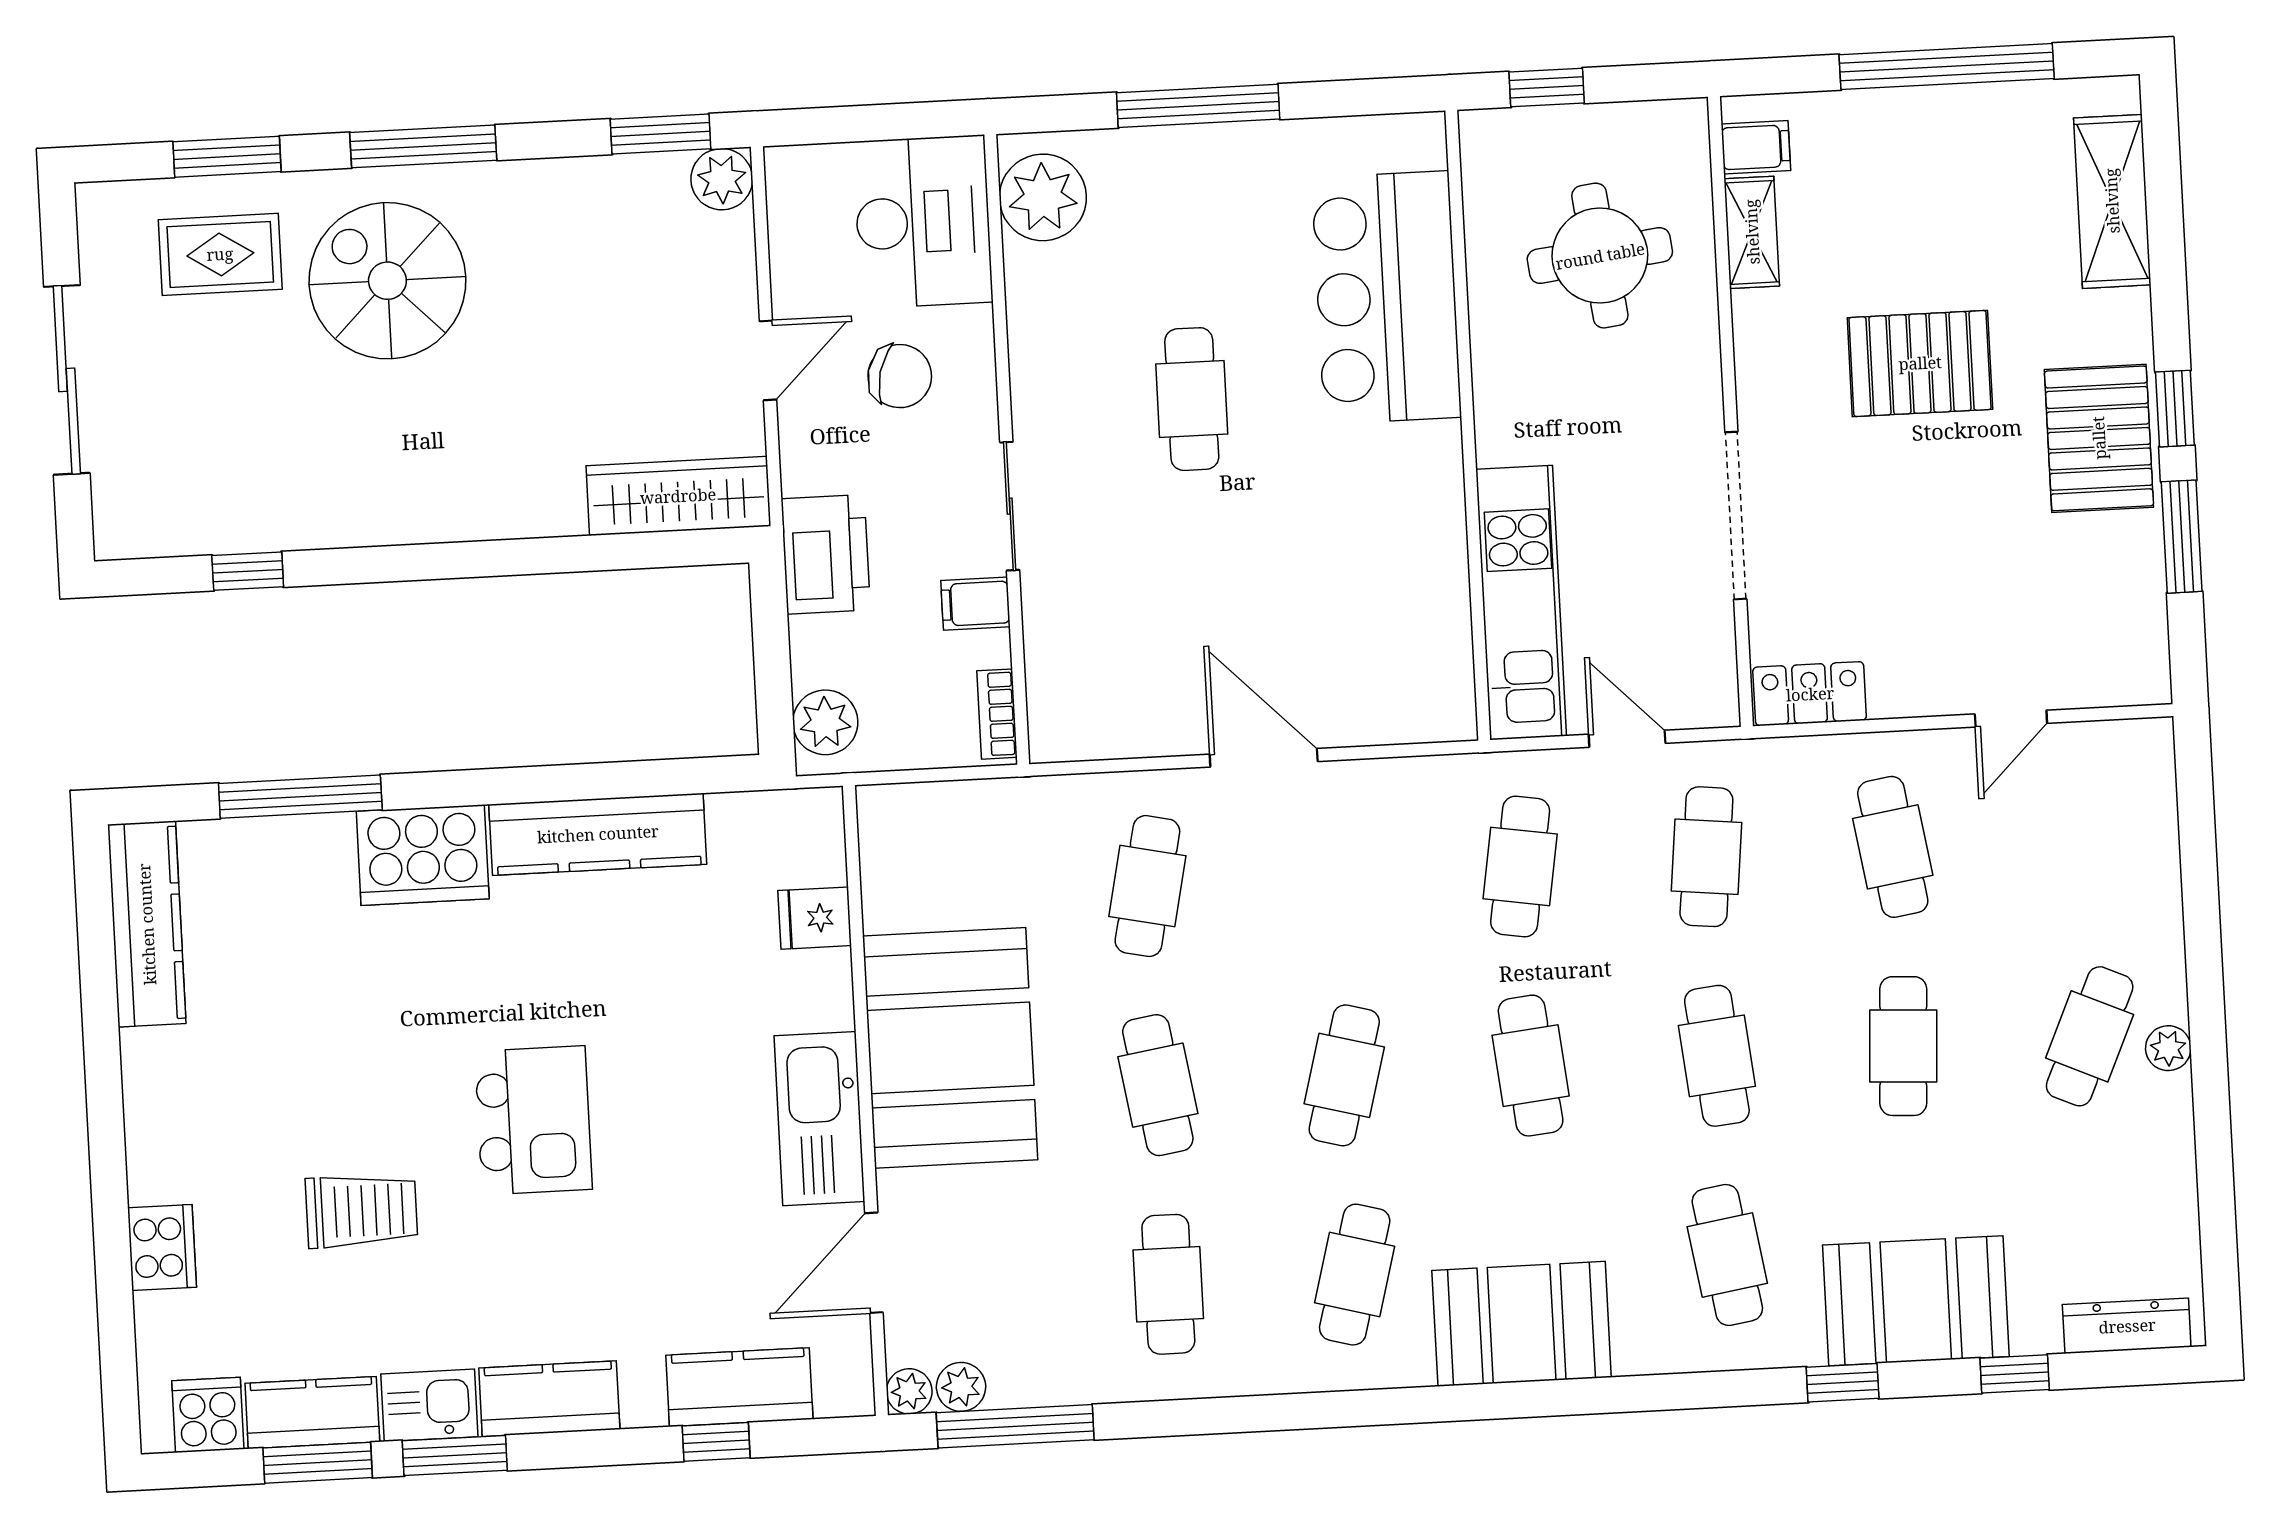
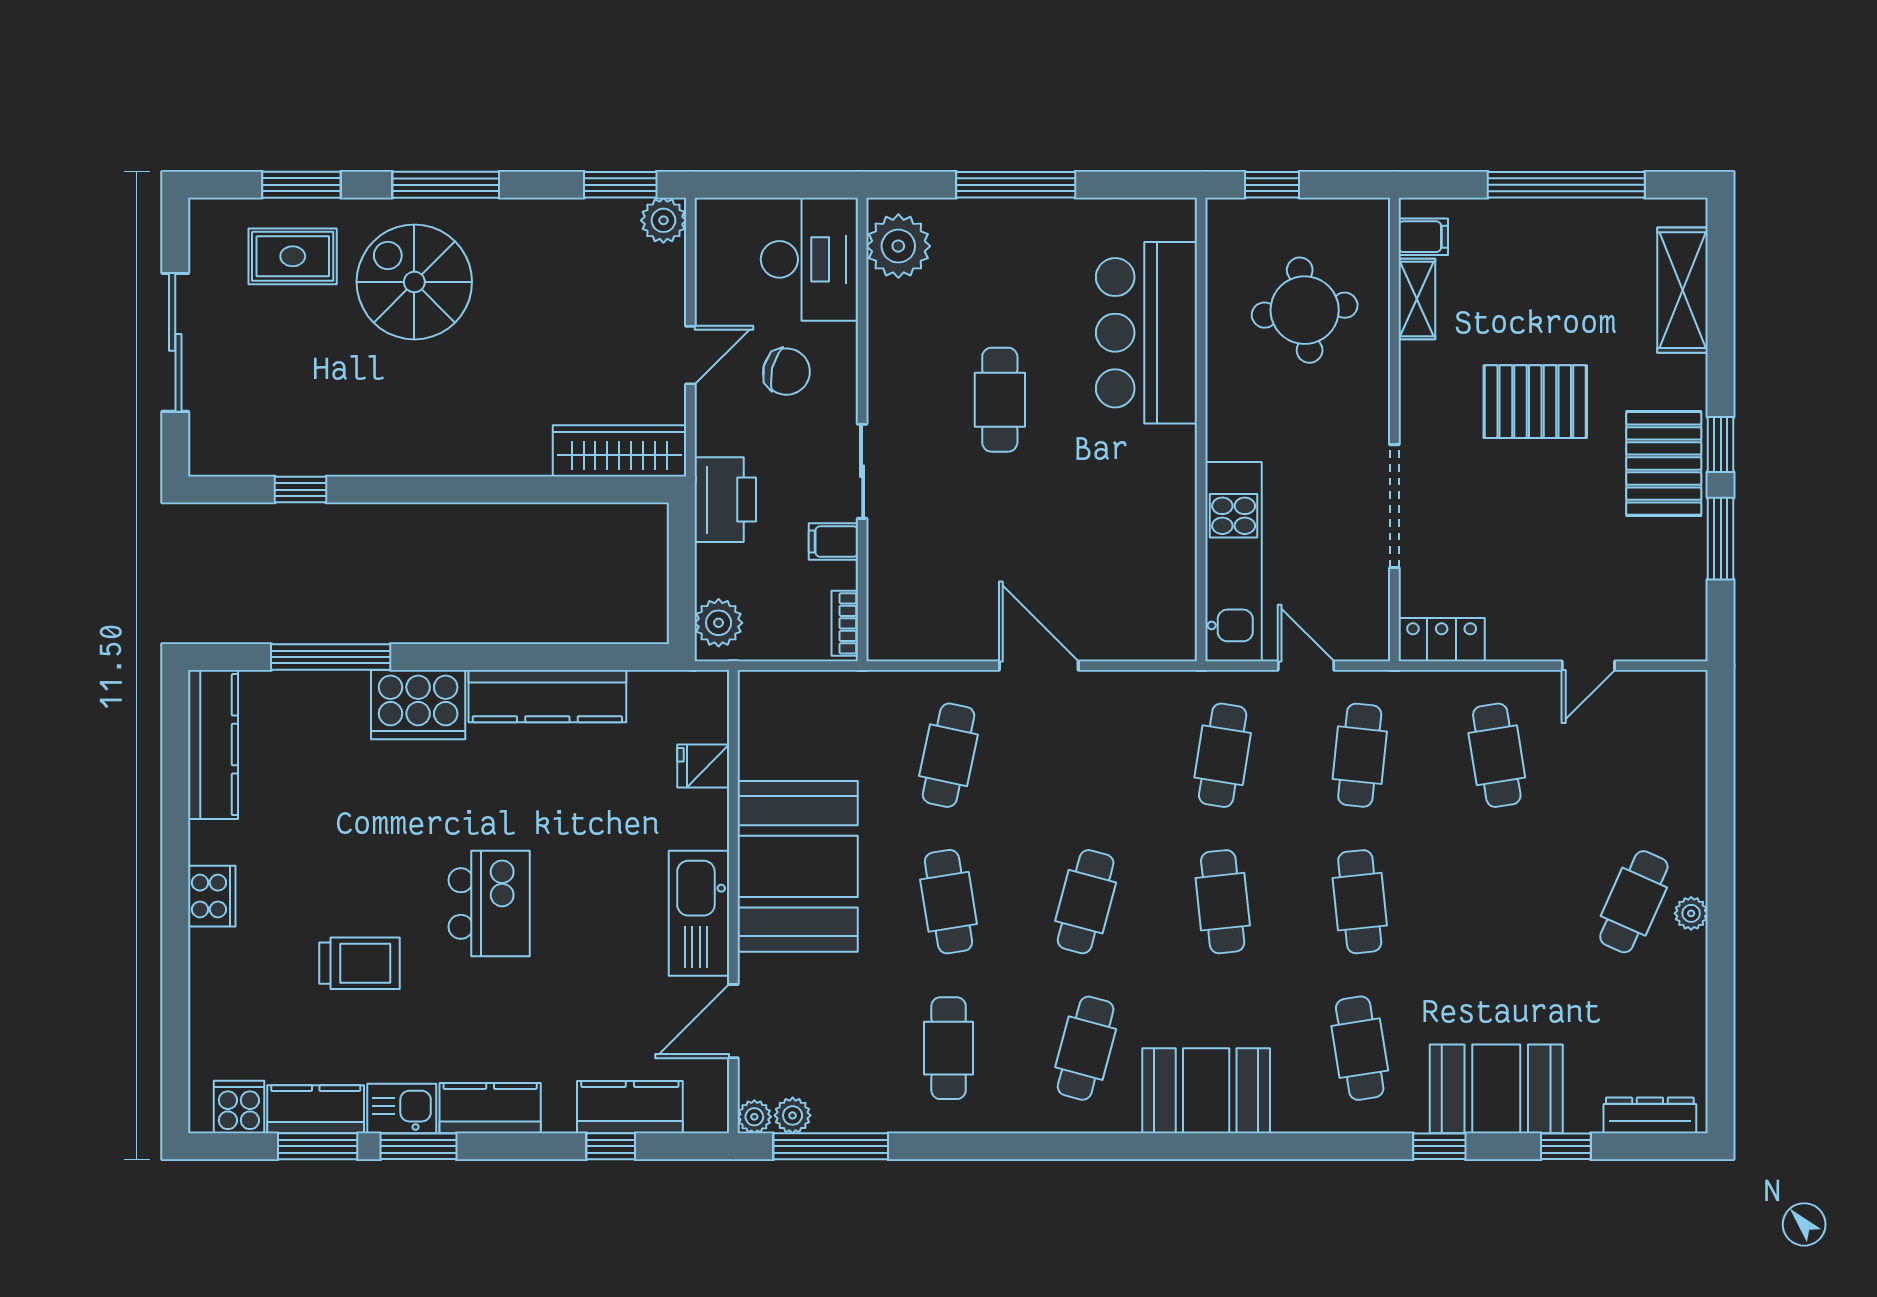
cafe table: (1903, 1046) -> (1497, 902), removed
cooker: (162, 1247) -> (212, 896), moved

